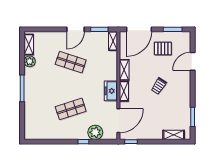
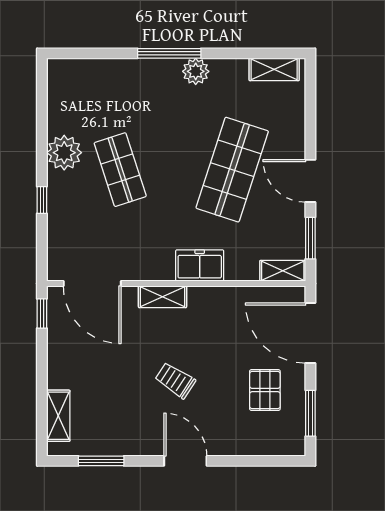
plant: (30, 61) -> (196, 71), moved
door: (193, 61) -> (185, 461), moved
shop shelf: (71, 62) -> (232, 170), width x1.43, depth x1.36
shelving: (124, 70) -> (214, 297), removed
freezer: (111, 91) -> (200, 265), moved
plant: (95, 132) -> (64, 153), moved

